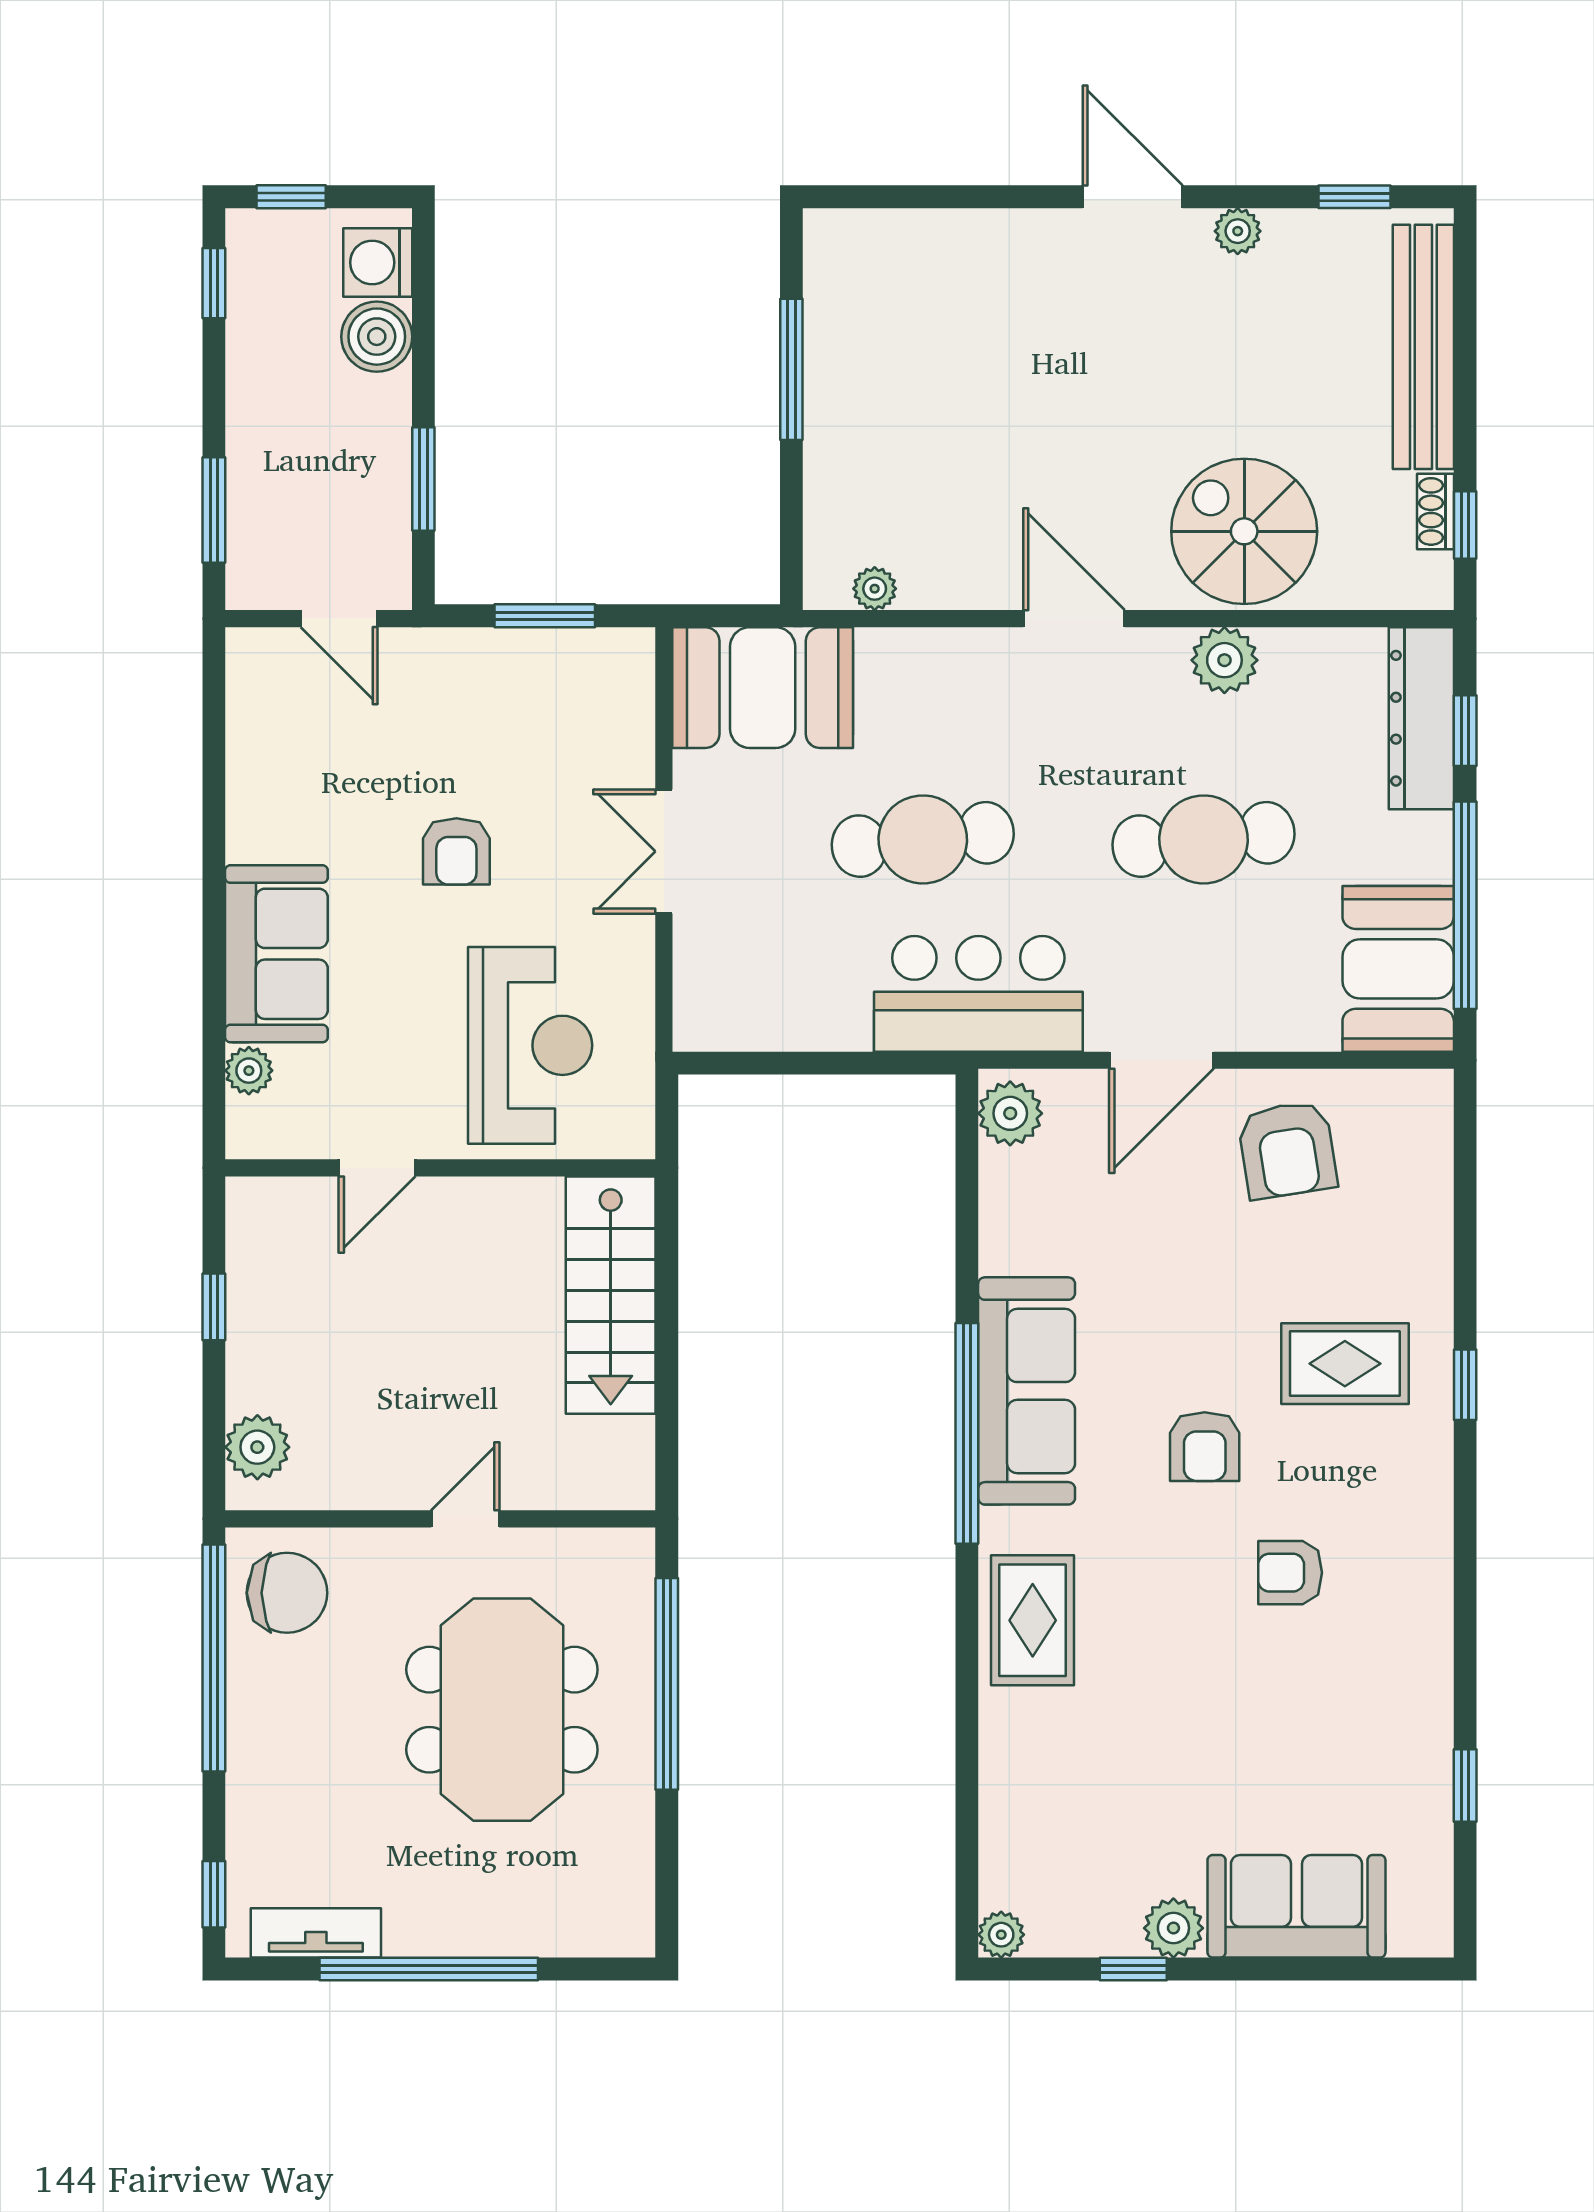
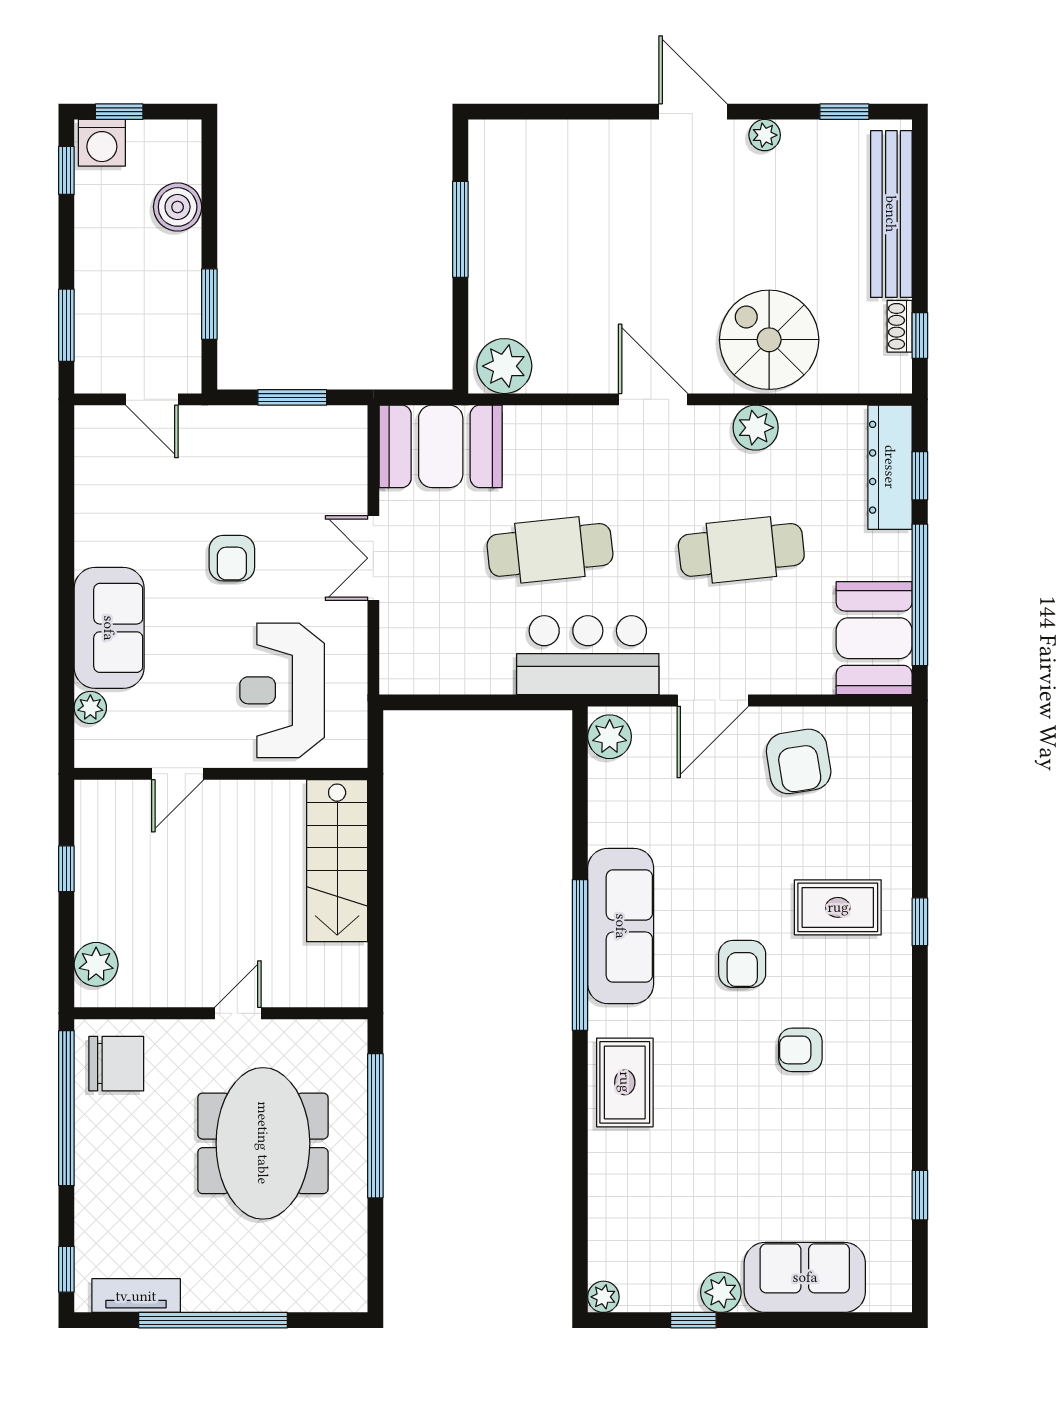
washing machine: (378, 262) -> (102, 143), moved, turned -90
plant: (875, 589) -> (504, 366), width x1.88, depth x1.88
reception desk: (530, 1045) -> (282, 690), turned 180

